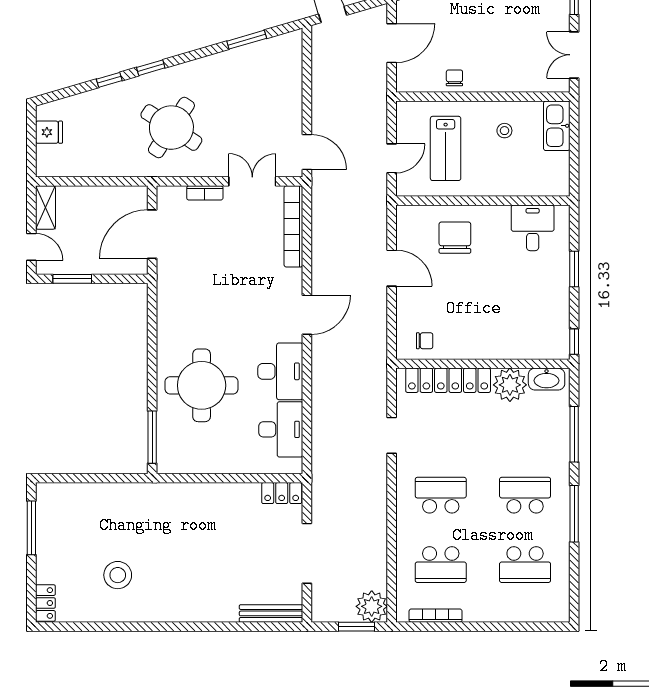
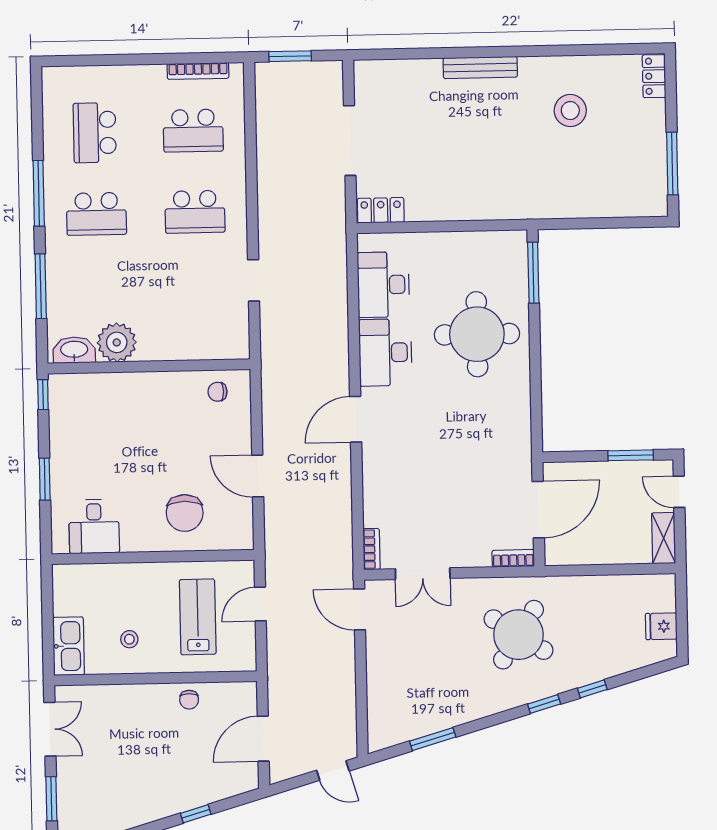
bookcase: (205, 193) -> (513, 558), moved
bookcase: (293, 226) -> (371, 549), width x0.43, depth x0.76
locker: (448, 380) -> (189, 346), removed
school desk: (441, 565) -> (193, 131), turned 180
school desk: (525, 565) -> (95, 133), turned -90
plant: (372, 606) -> (273, 80), removed
bench: (271, 613) -> (480, 68), moved

